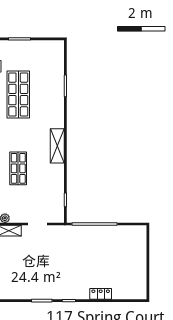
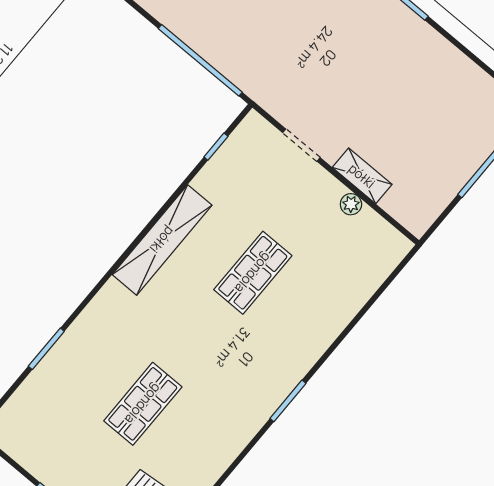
shop shelf: (18, 94) -> (143, 404), width x0.70, depth x0.74
shelving: (57, 146) -> (162, 240), width x1.47

